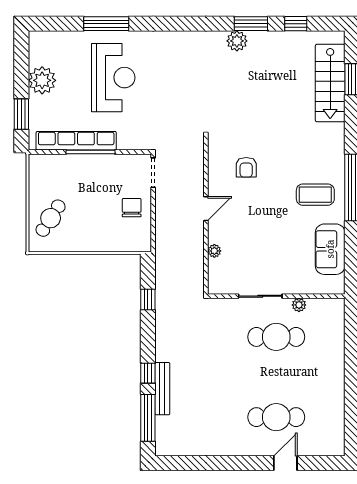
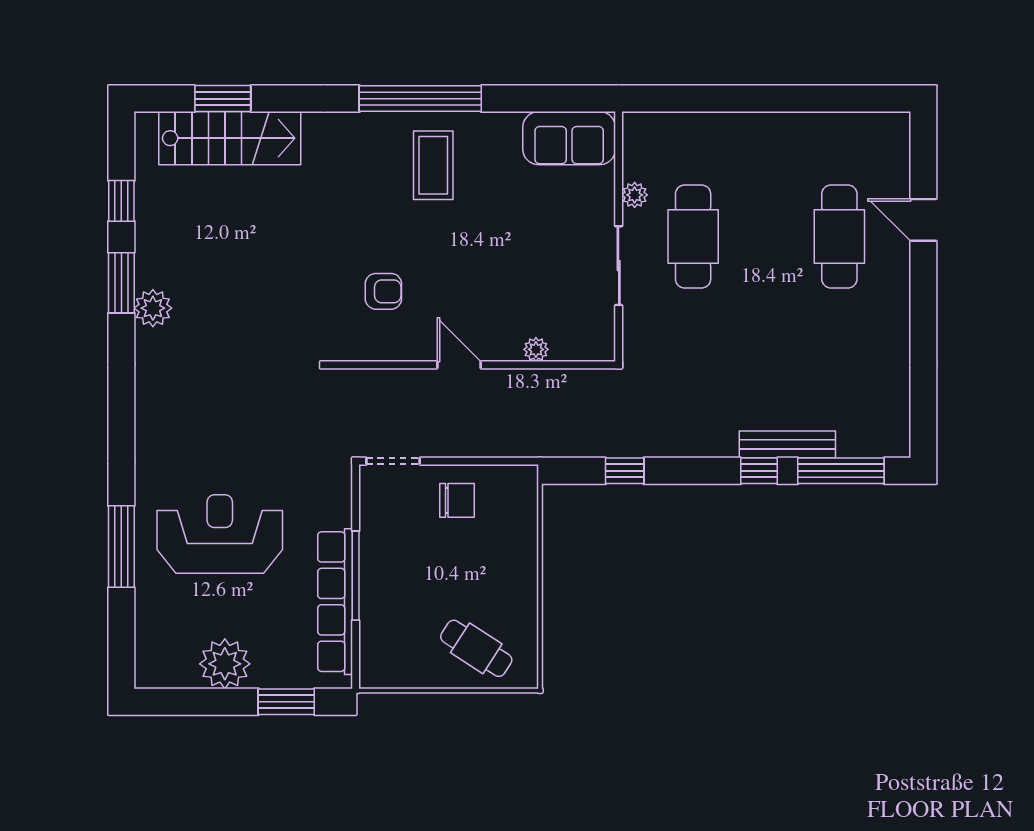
chair: (132, 208) -> (457, 500), turned 180
sofa: (330, 249) -> (569, 138), moved

